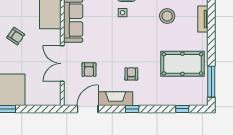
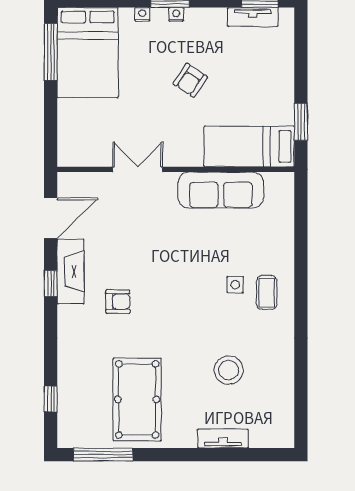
double door: (62, 64) -> (138, 169), width x0.73
armchair: (89, 70) -> (126, 220), removed
door: (88, 109) -> (51, 218), hinge flipped
window: (132, 109) -> (51, 284), moved

